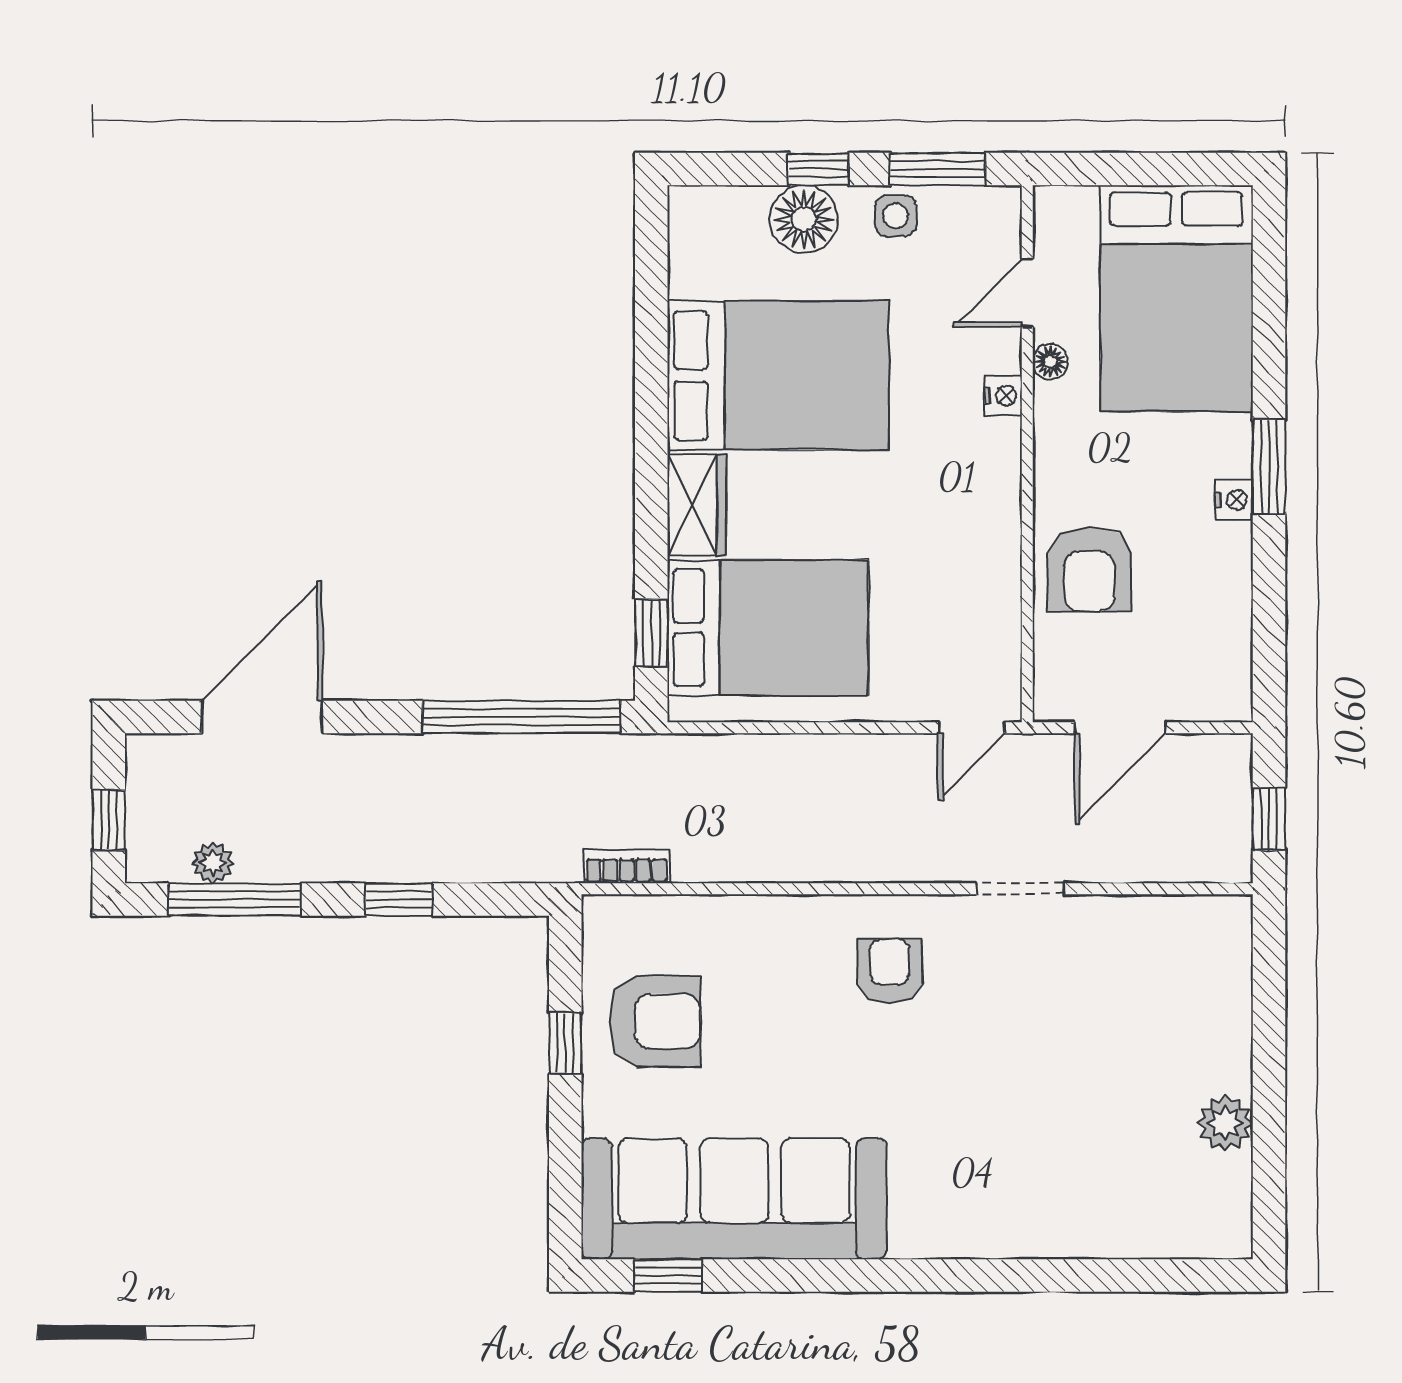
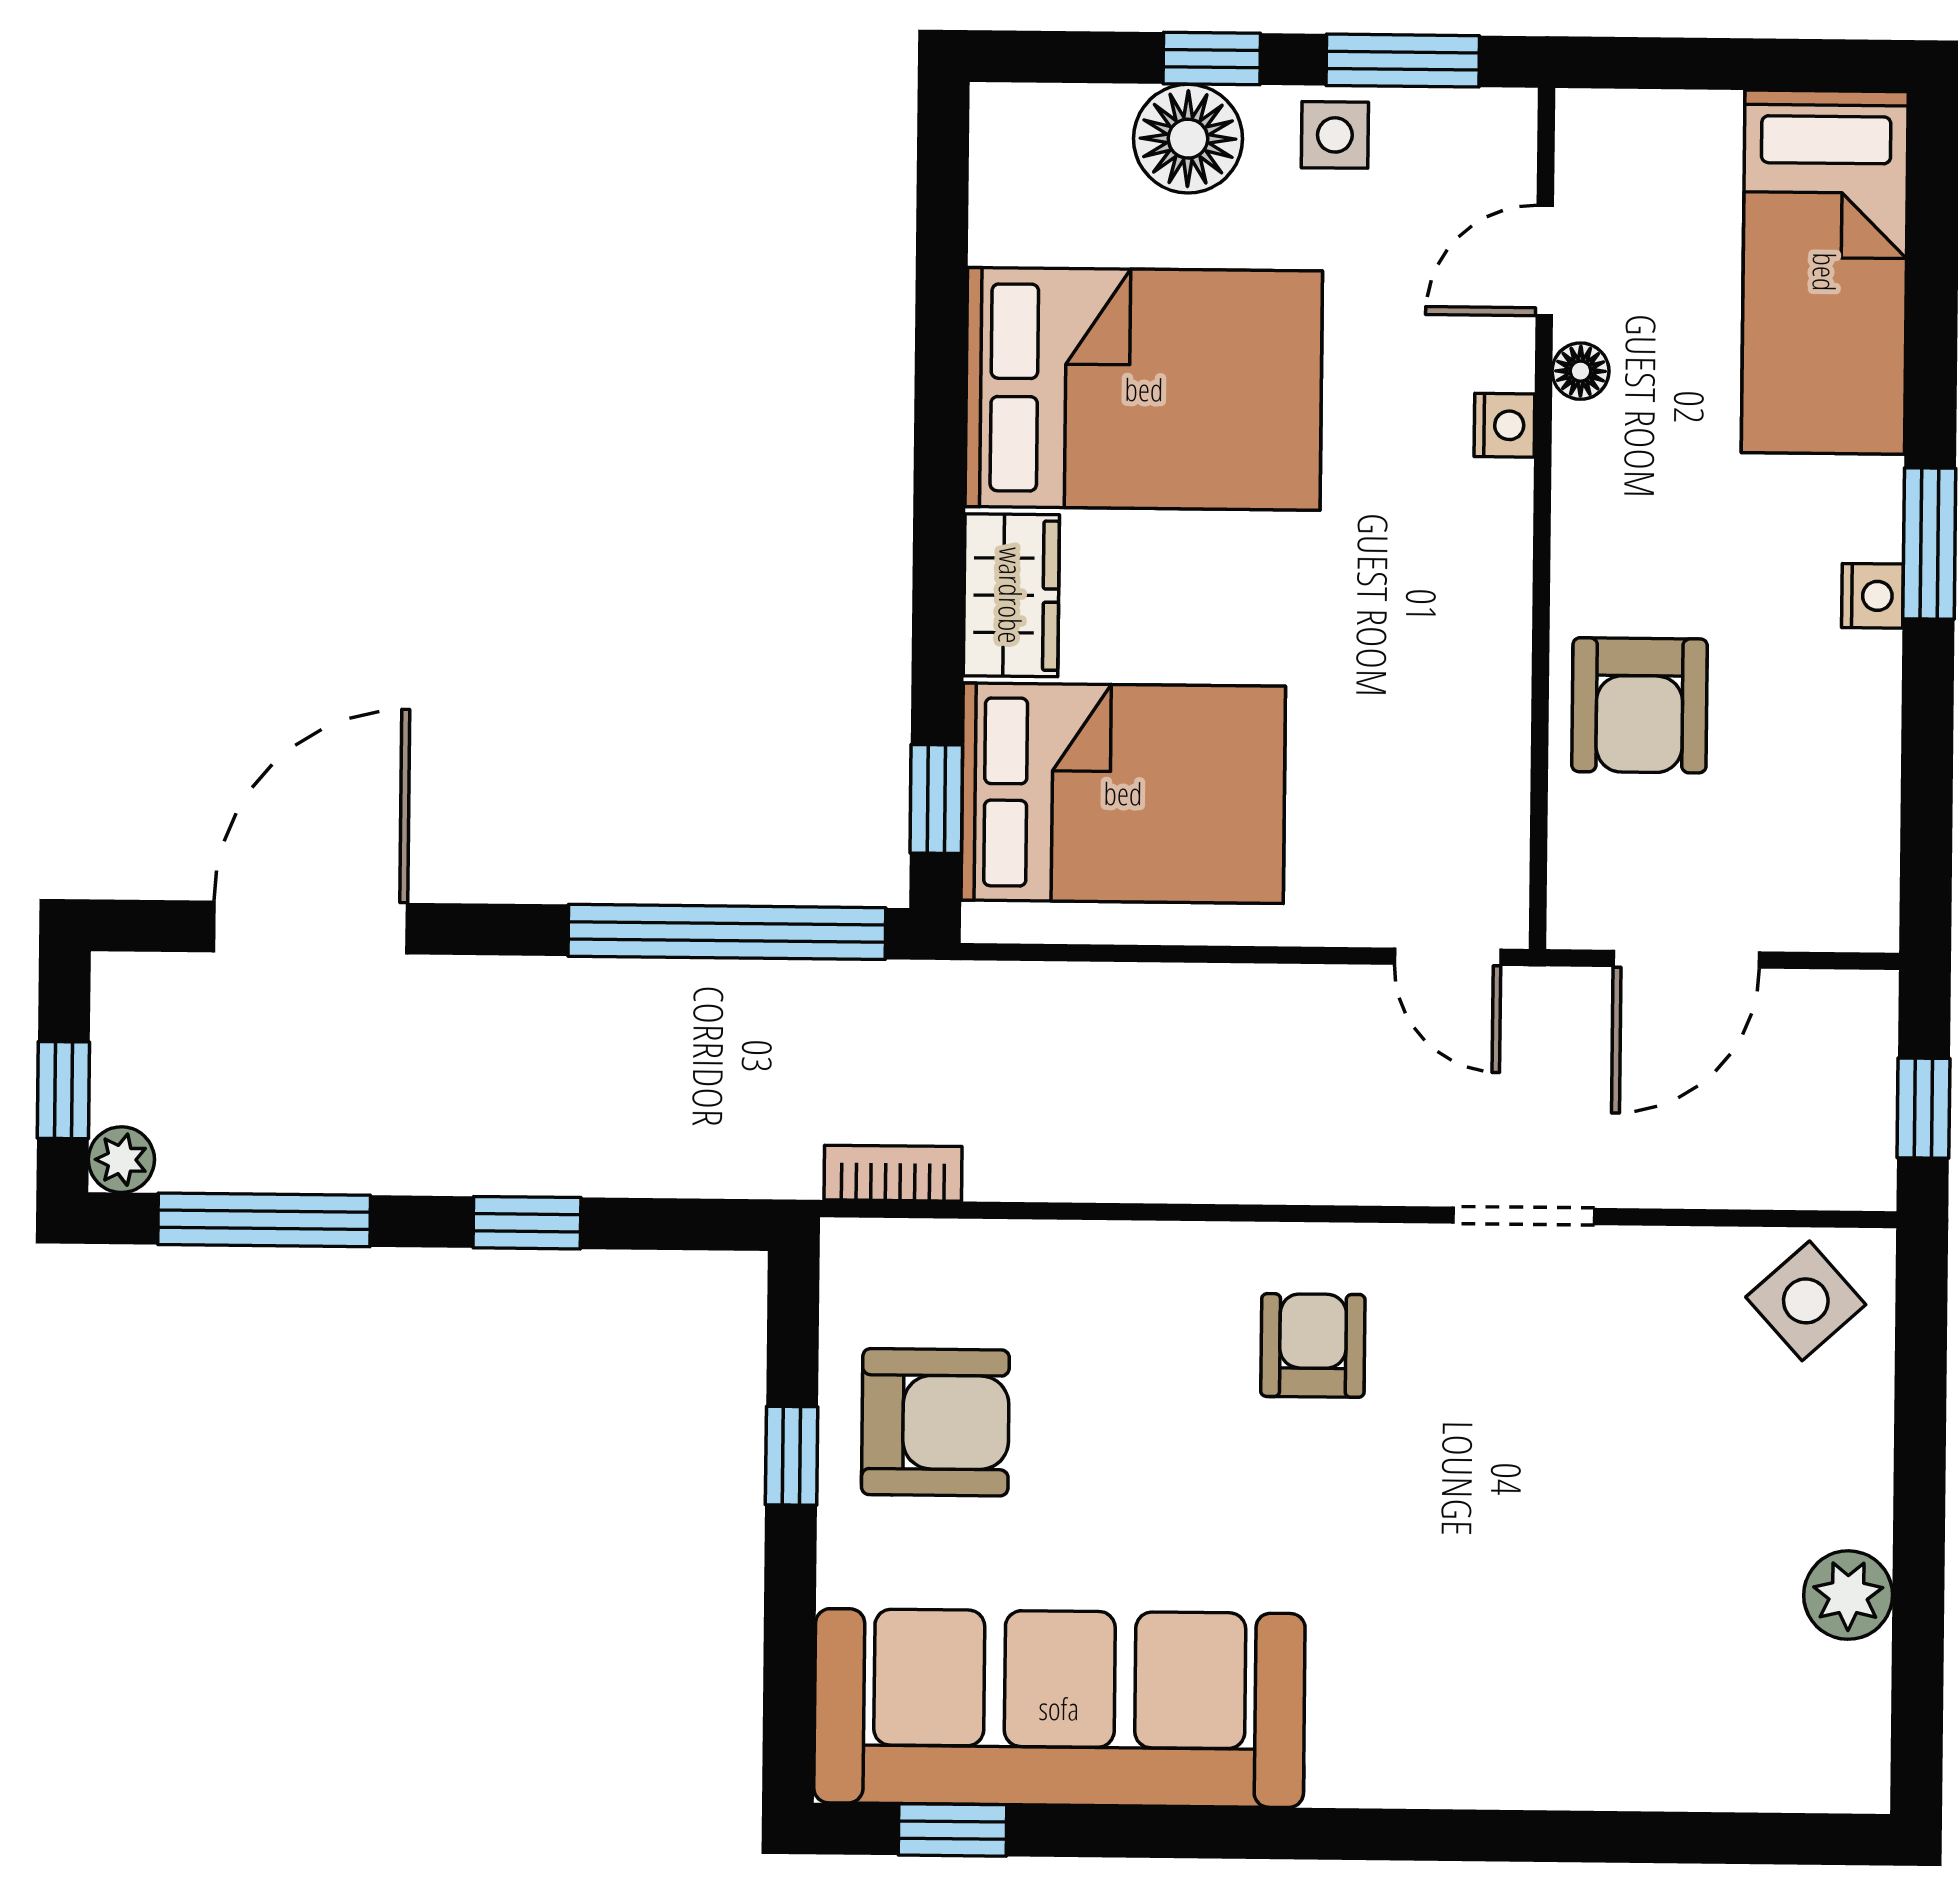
bed: (1177, 298) -> (1825, 272), width x0.67
door: (971, 728) -> (1448, 957), hinge flipped
plant: (213, 863) -> (121, 1160), moved
side table: (1197, 940) -> (1806, 1301), added

